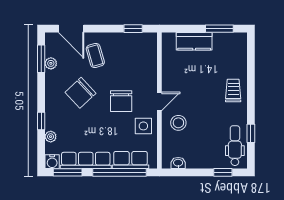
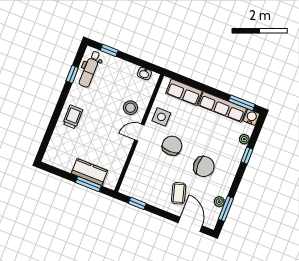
window: (219, 29) -> (88, 184), moved
trolley: (233, 90) -> (73, 117), turned 180
chair: (80, 93) -> (204, 166), turned 43
window: (119, 172) -> (197, 85), removed

